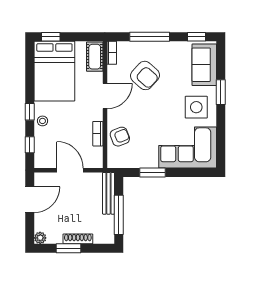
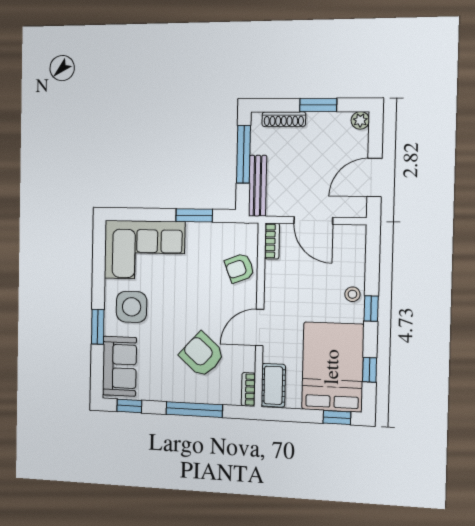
bookcase: (98, 134) -> (272, 241), moved
window: (30, 145) -> (370, 370), moved
shoe rack: (78, 239) -> (284, 119), moved

